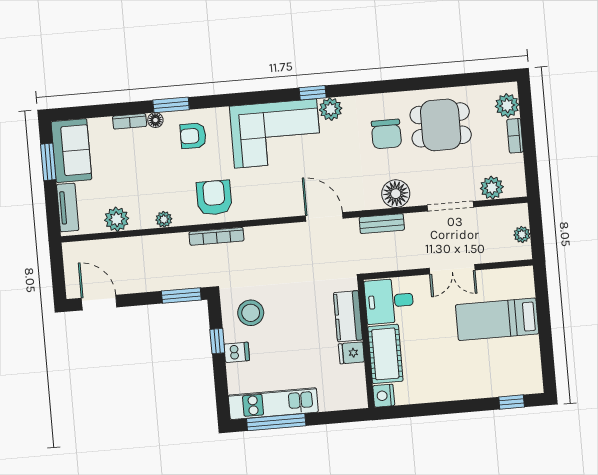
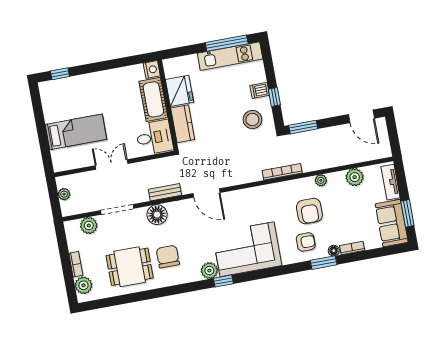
armchair: (214, 198) -> (309, 211), moved
fridge: (351, 353) -> (179, 91), width x1.88, depth x1.34

